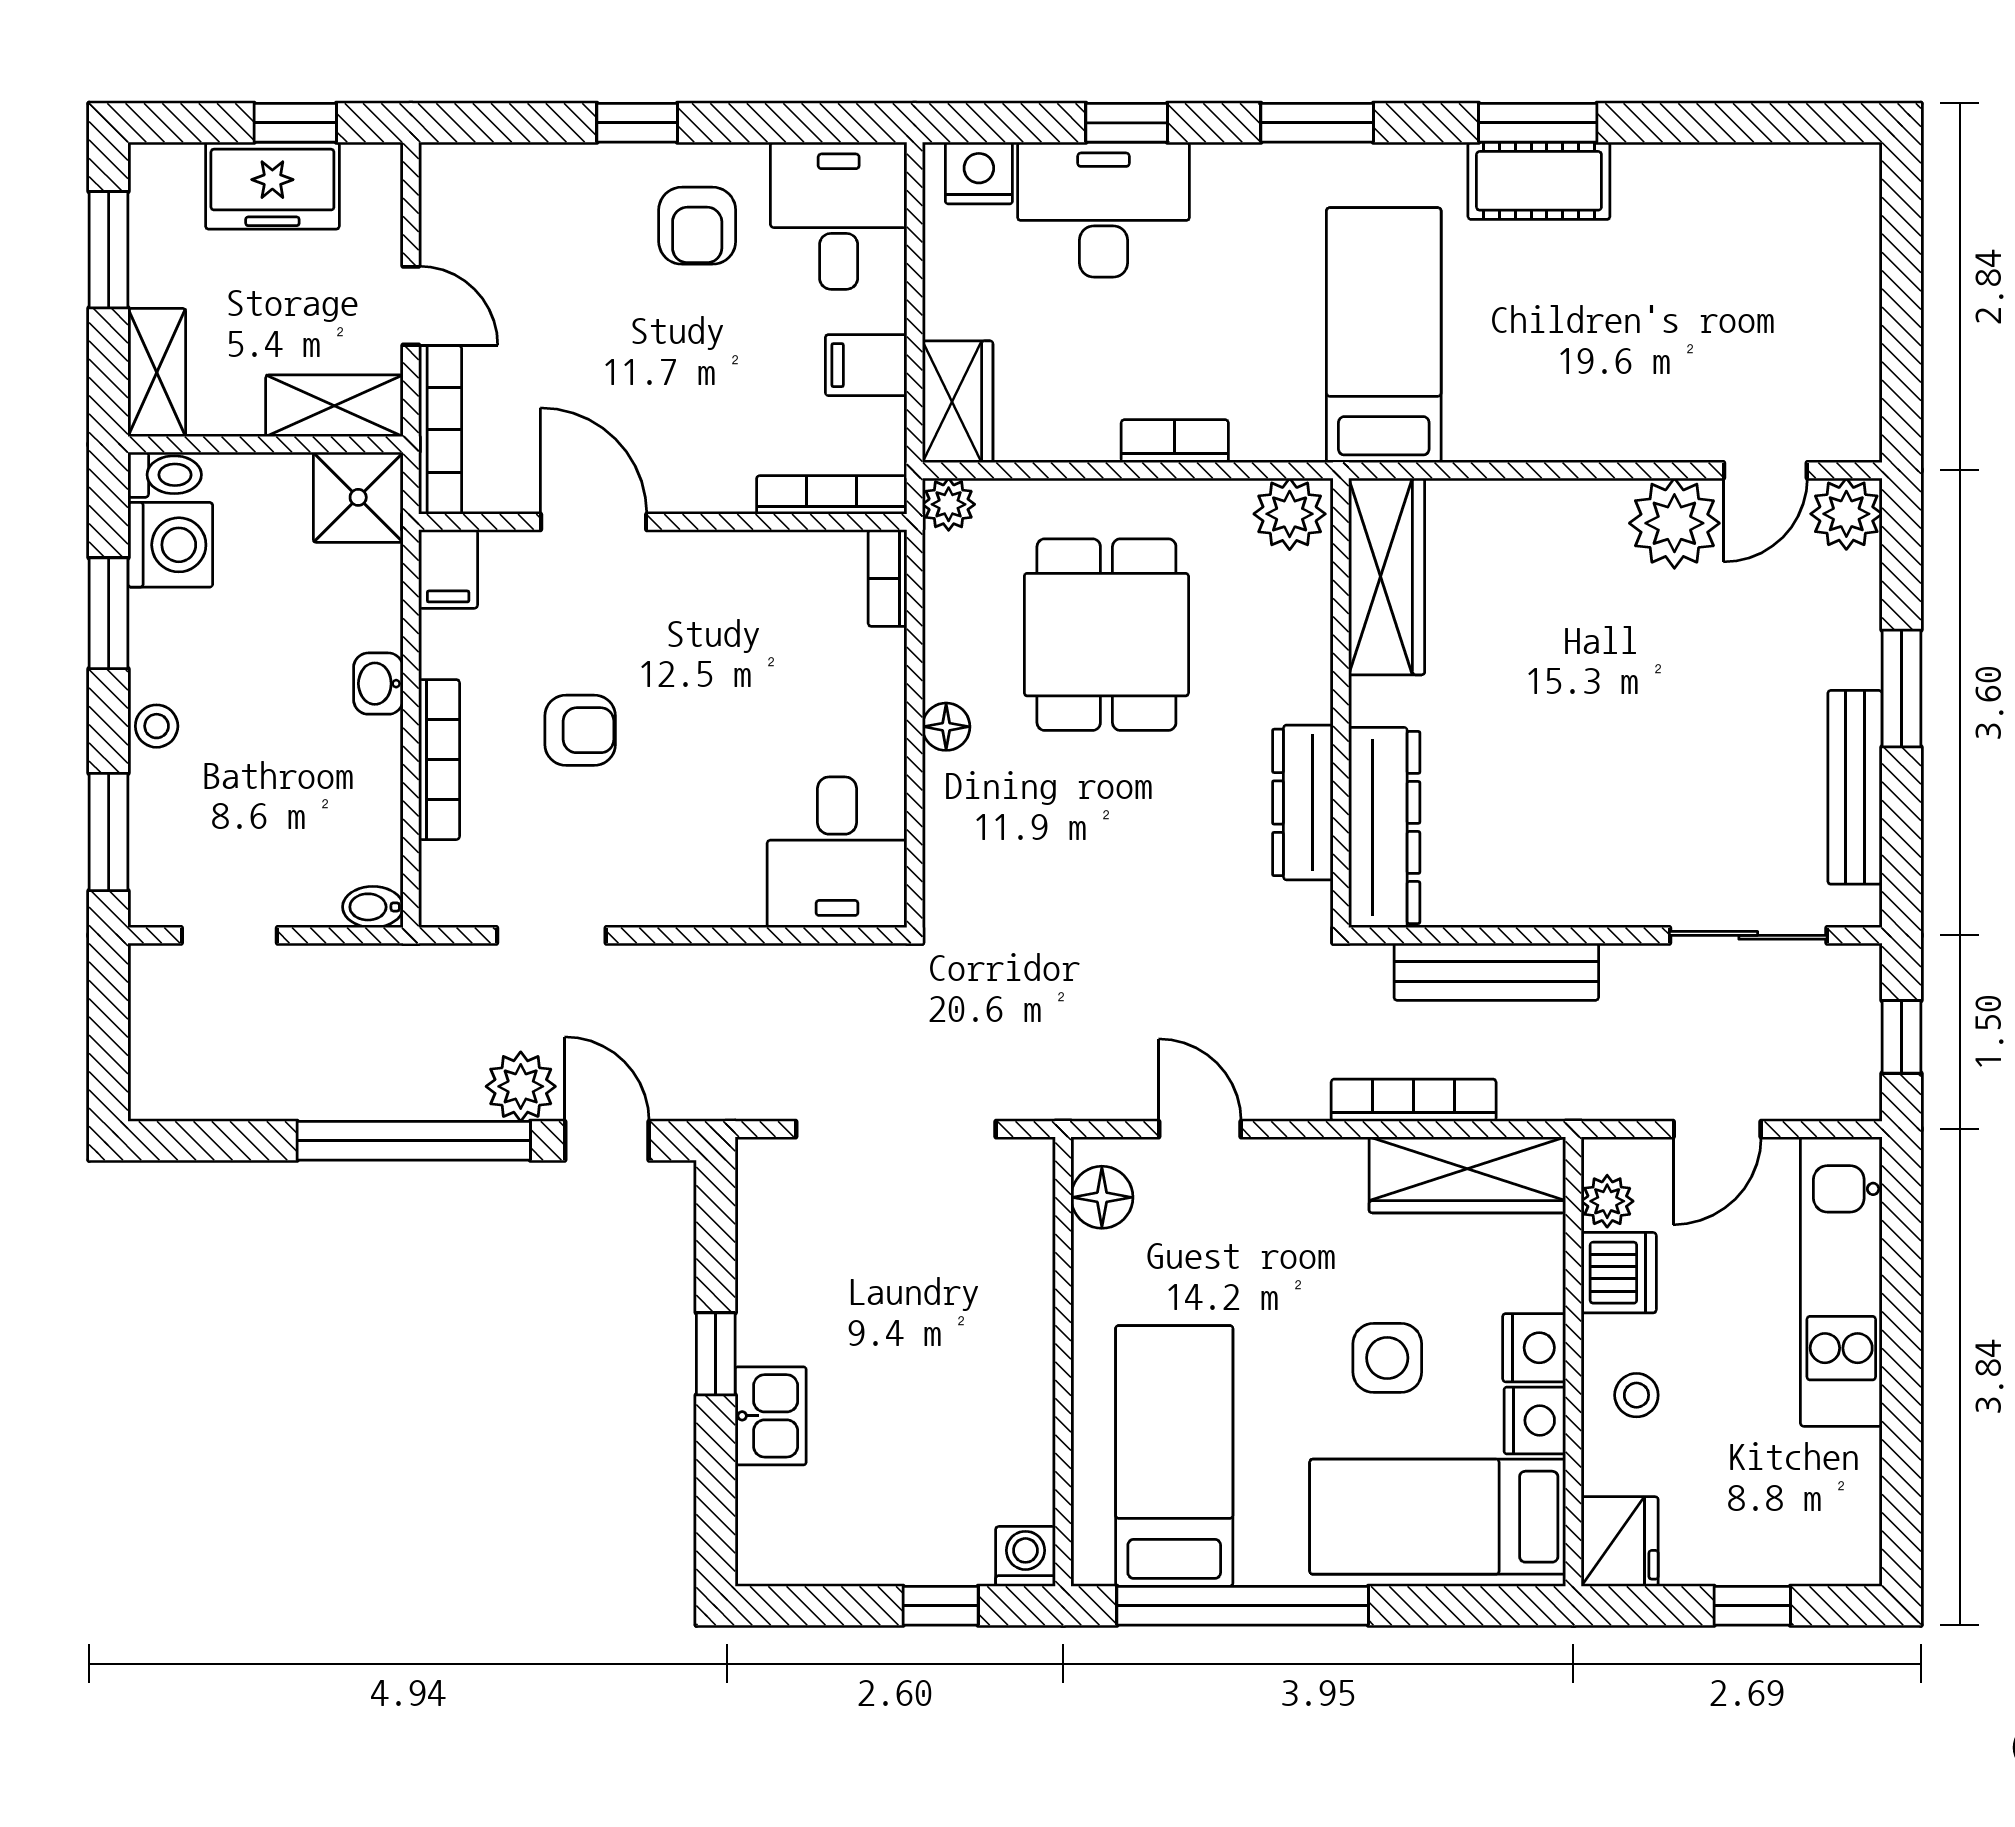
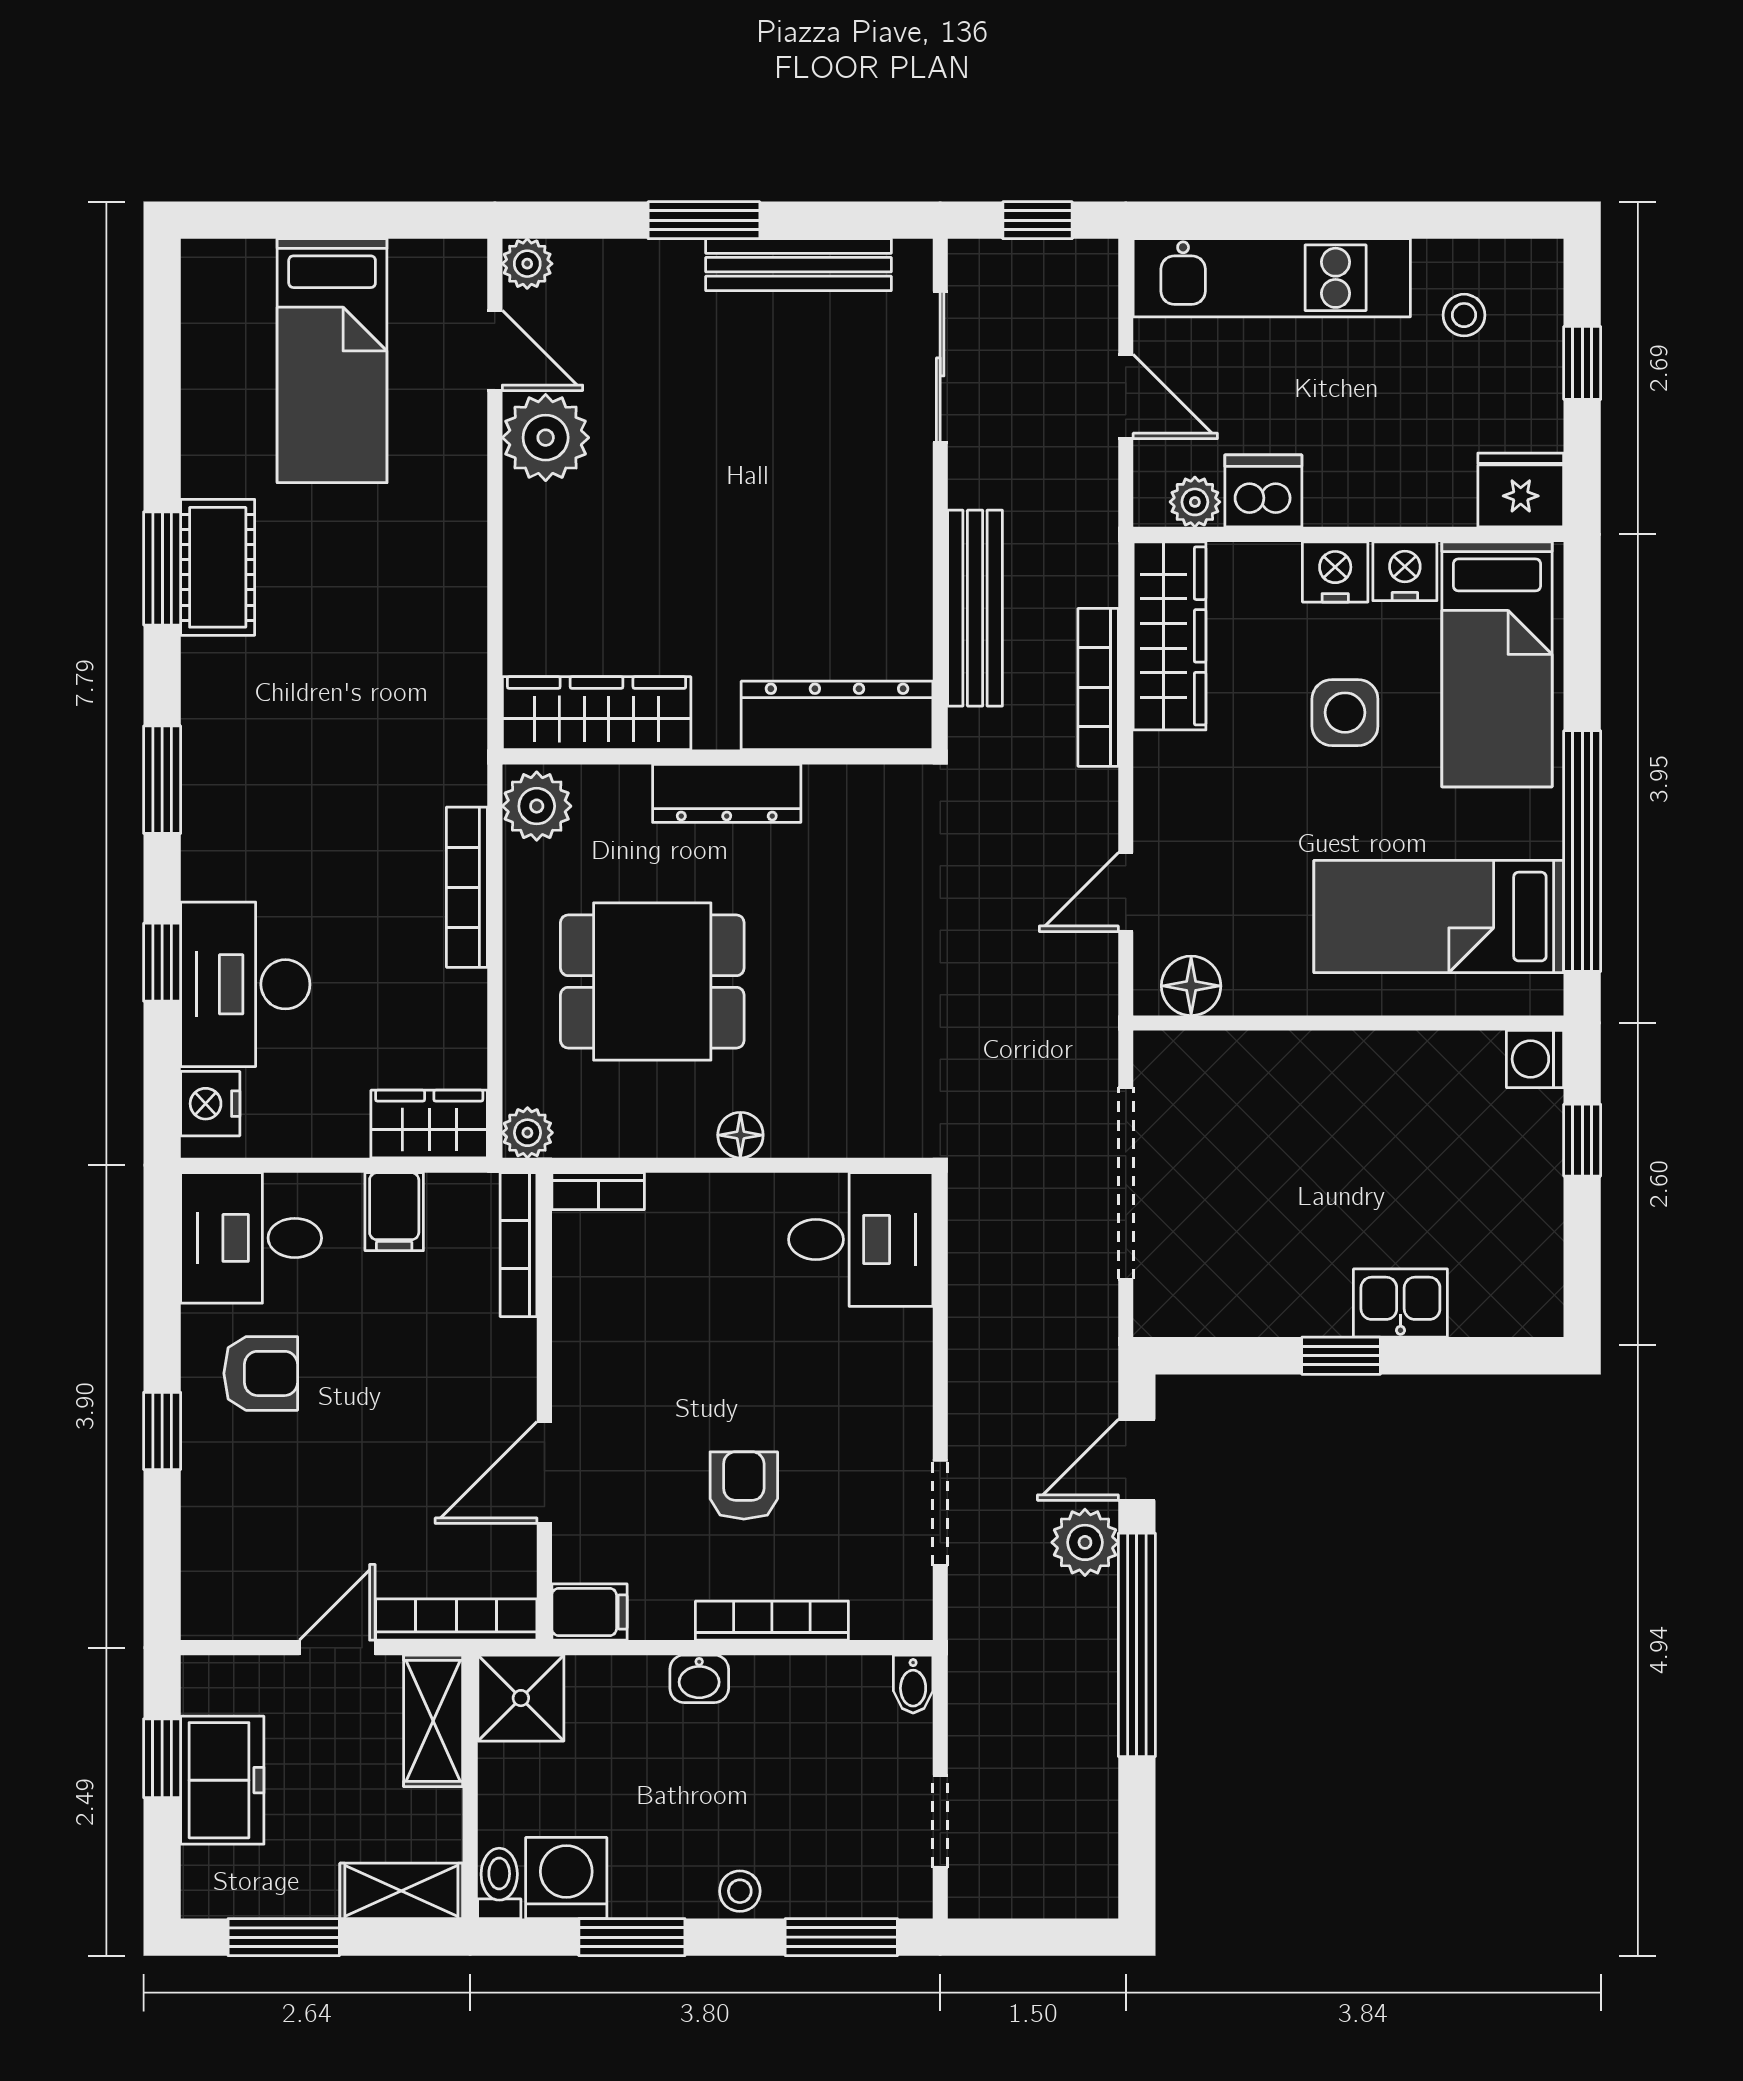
bed: (1384, 335) -> (332, 361), moved, turned -90
bookcase: (1175, 441) -> (467, 887), width x1.56
plant: (1846, 514) -> (527, 264), width x0.73, depth x0.73
dresser: (1303, 802) -> (727, 793), moved
stool: (1636, 1395) -> (1464, 315), moved

